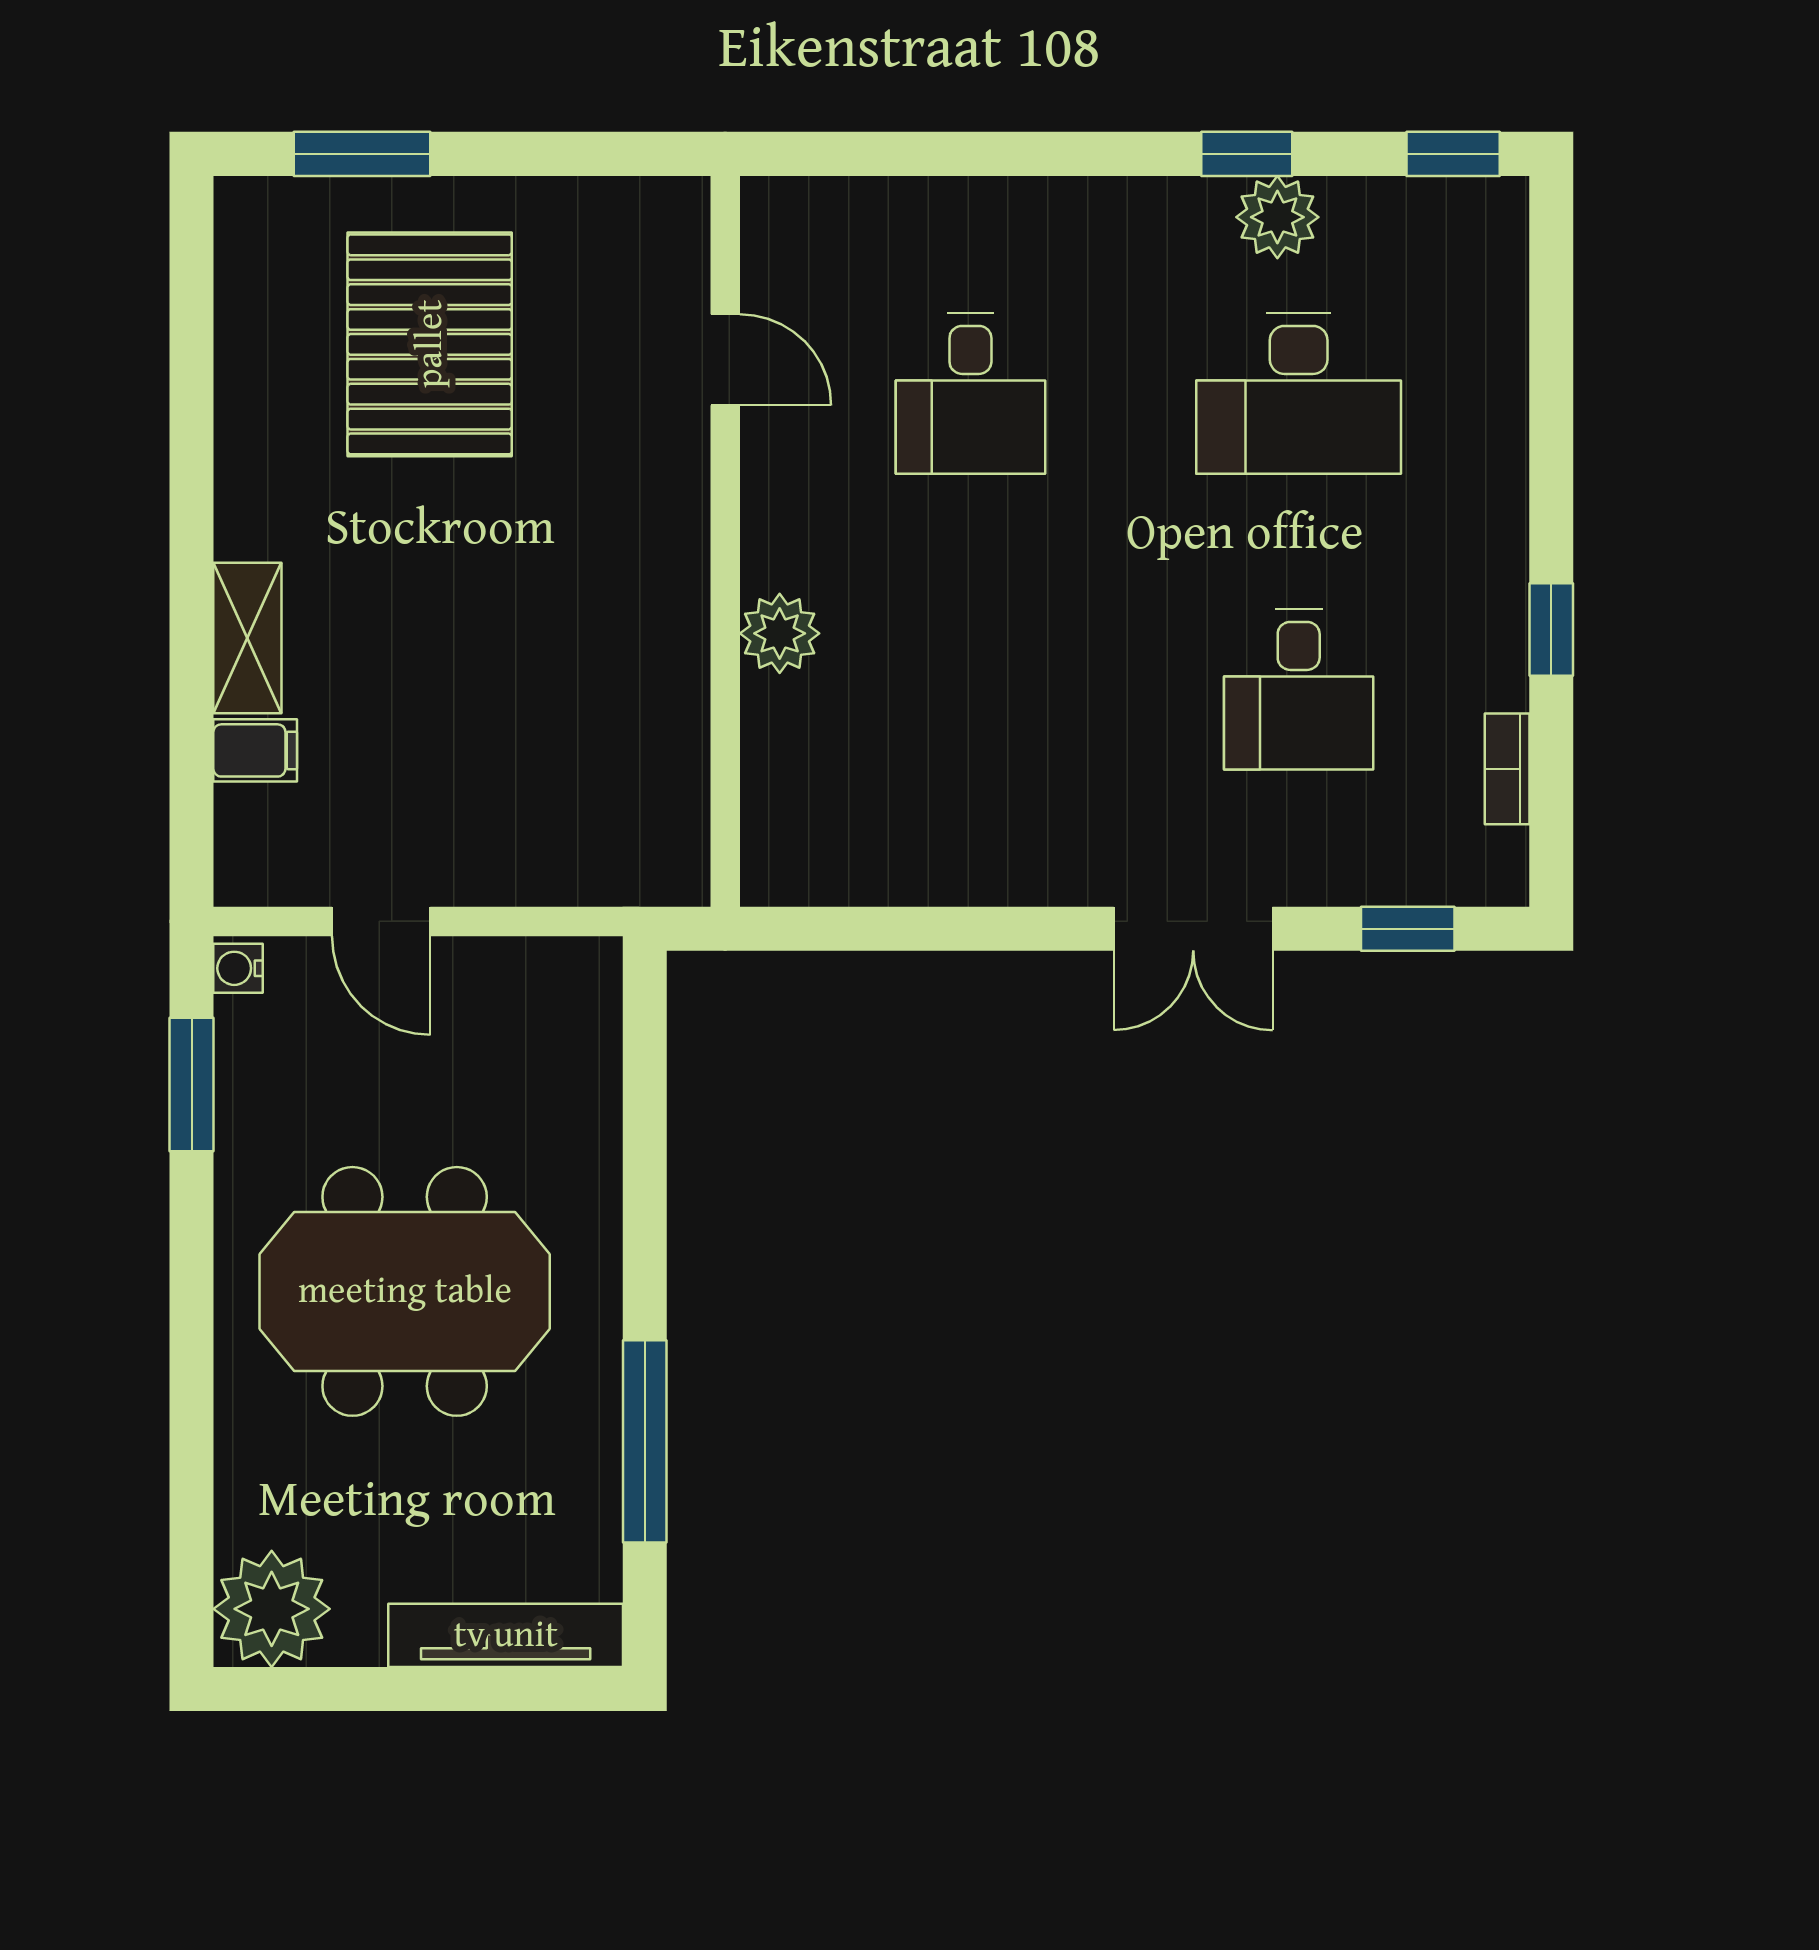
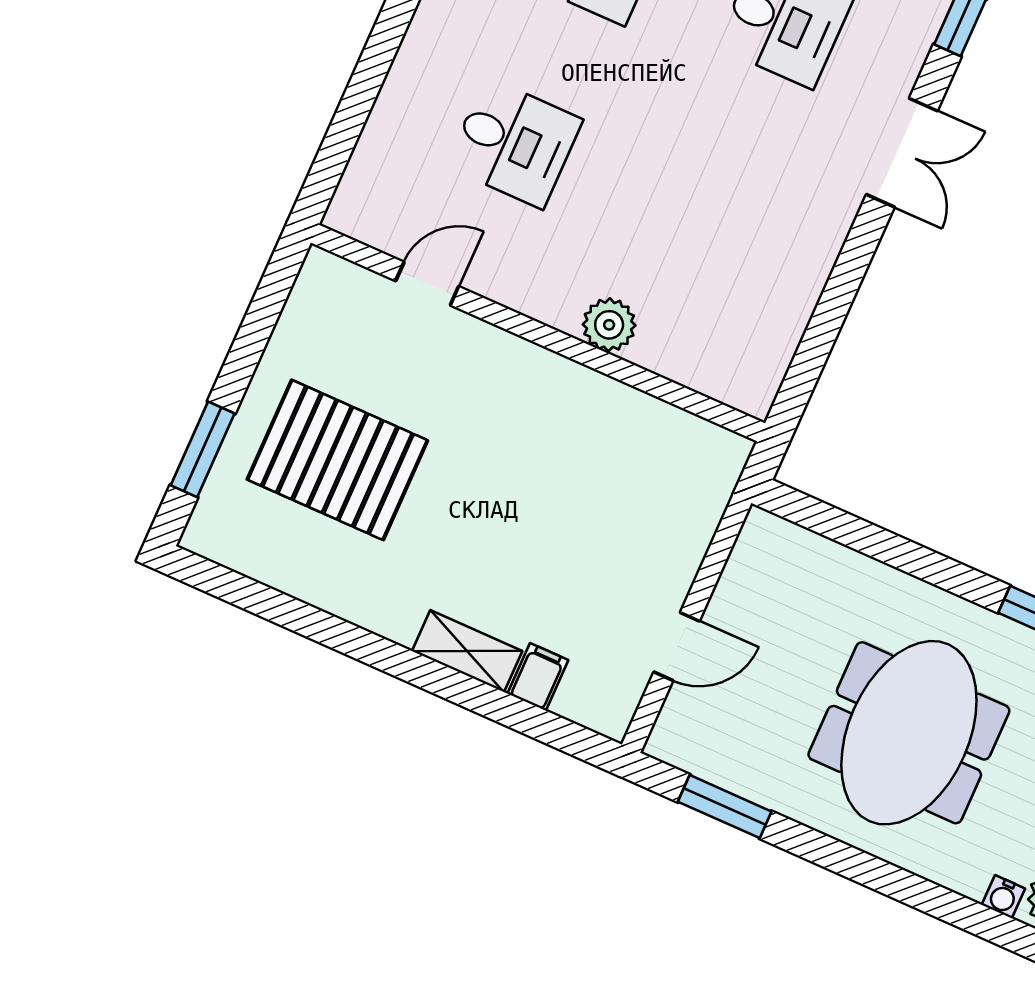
water cooler: (238, 968) -> (1003, 897), moved

